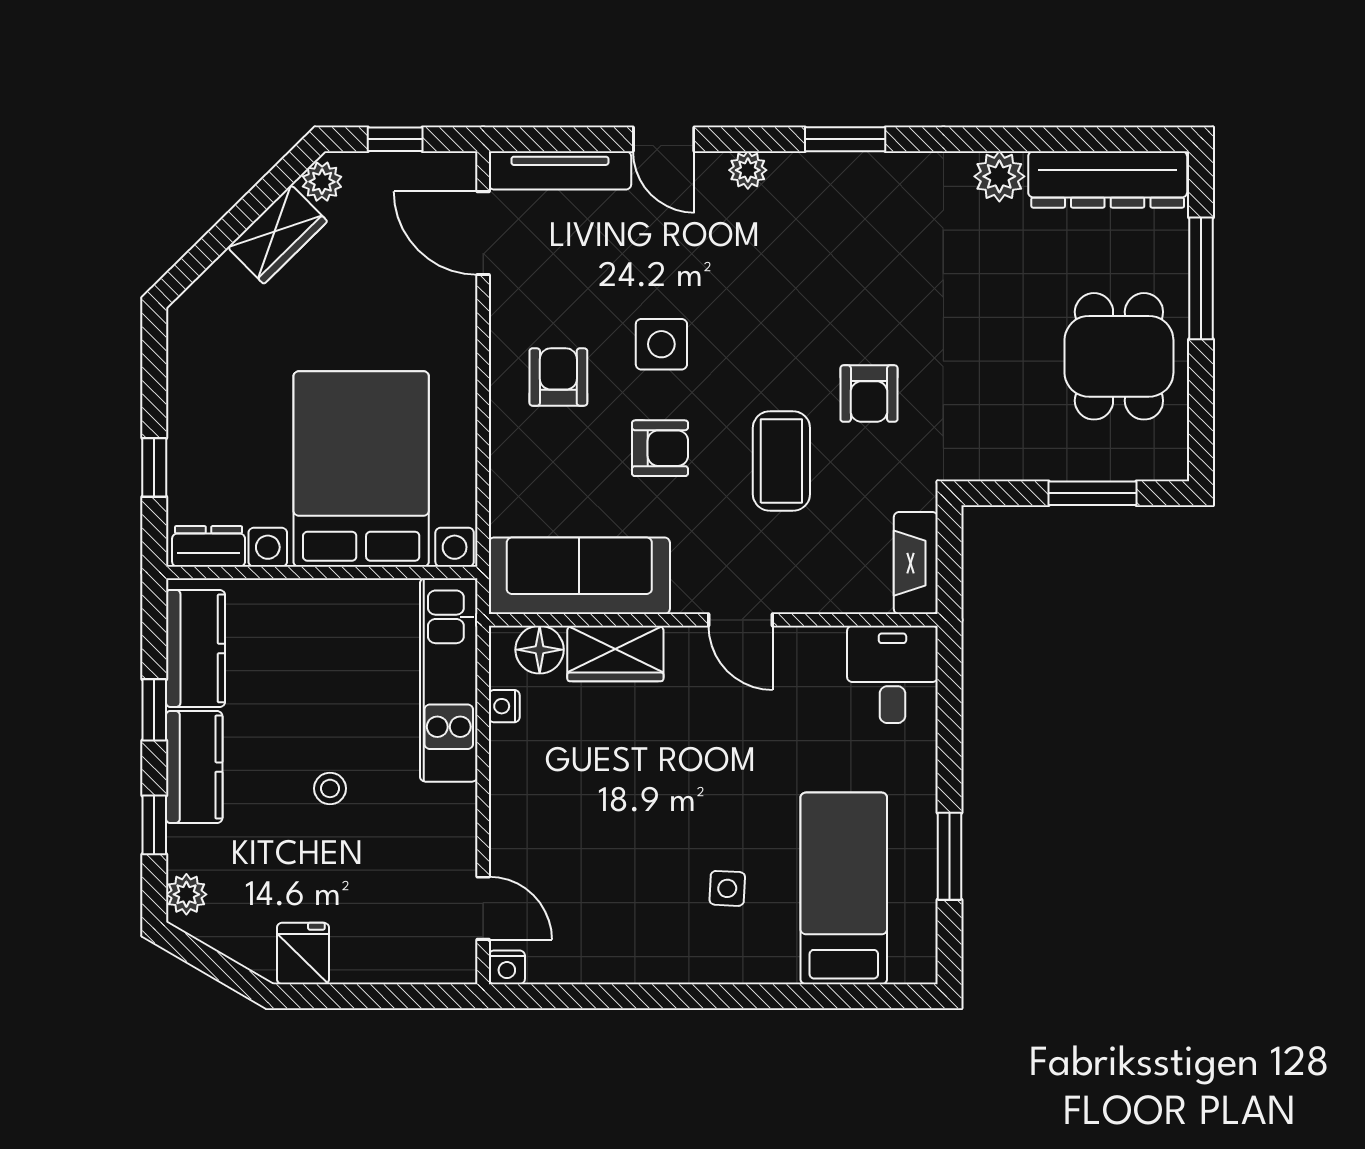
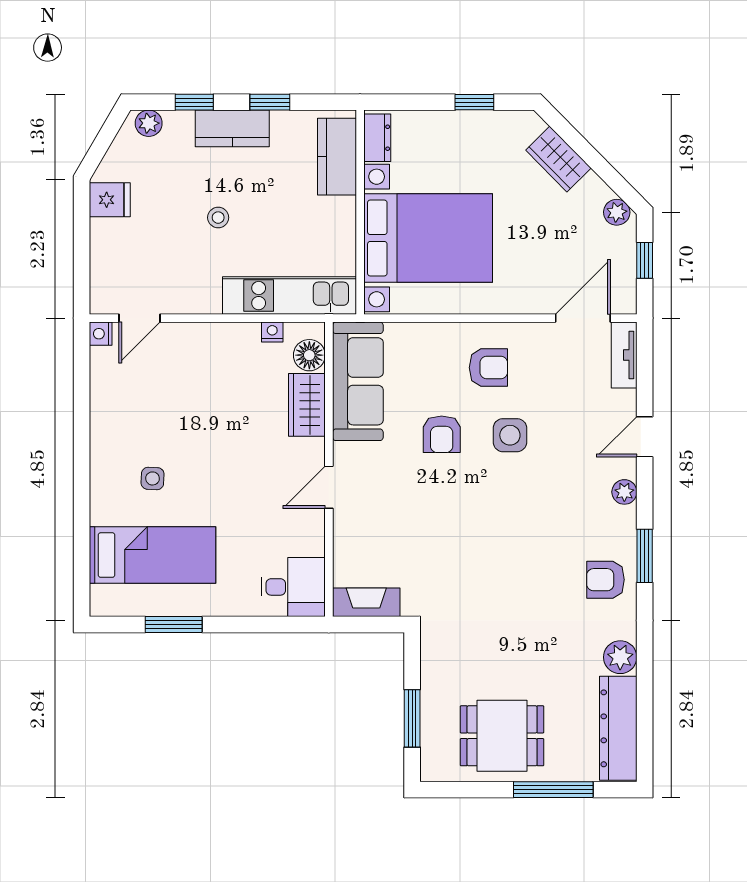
tv unit: (560, 170) -> (624, 355), width x0.71
wardrobe: (277, 234) -> (558, 159), moved
armchair: (869, 394) -> (606, 580), moved
coffee table: (781, 461) -> (433, 514), removed
window: (154, 467) -> (474, 102), moved
kitchen counter: (196, 648) -> (337, 157), moved, turned 90

